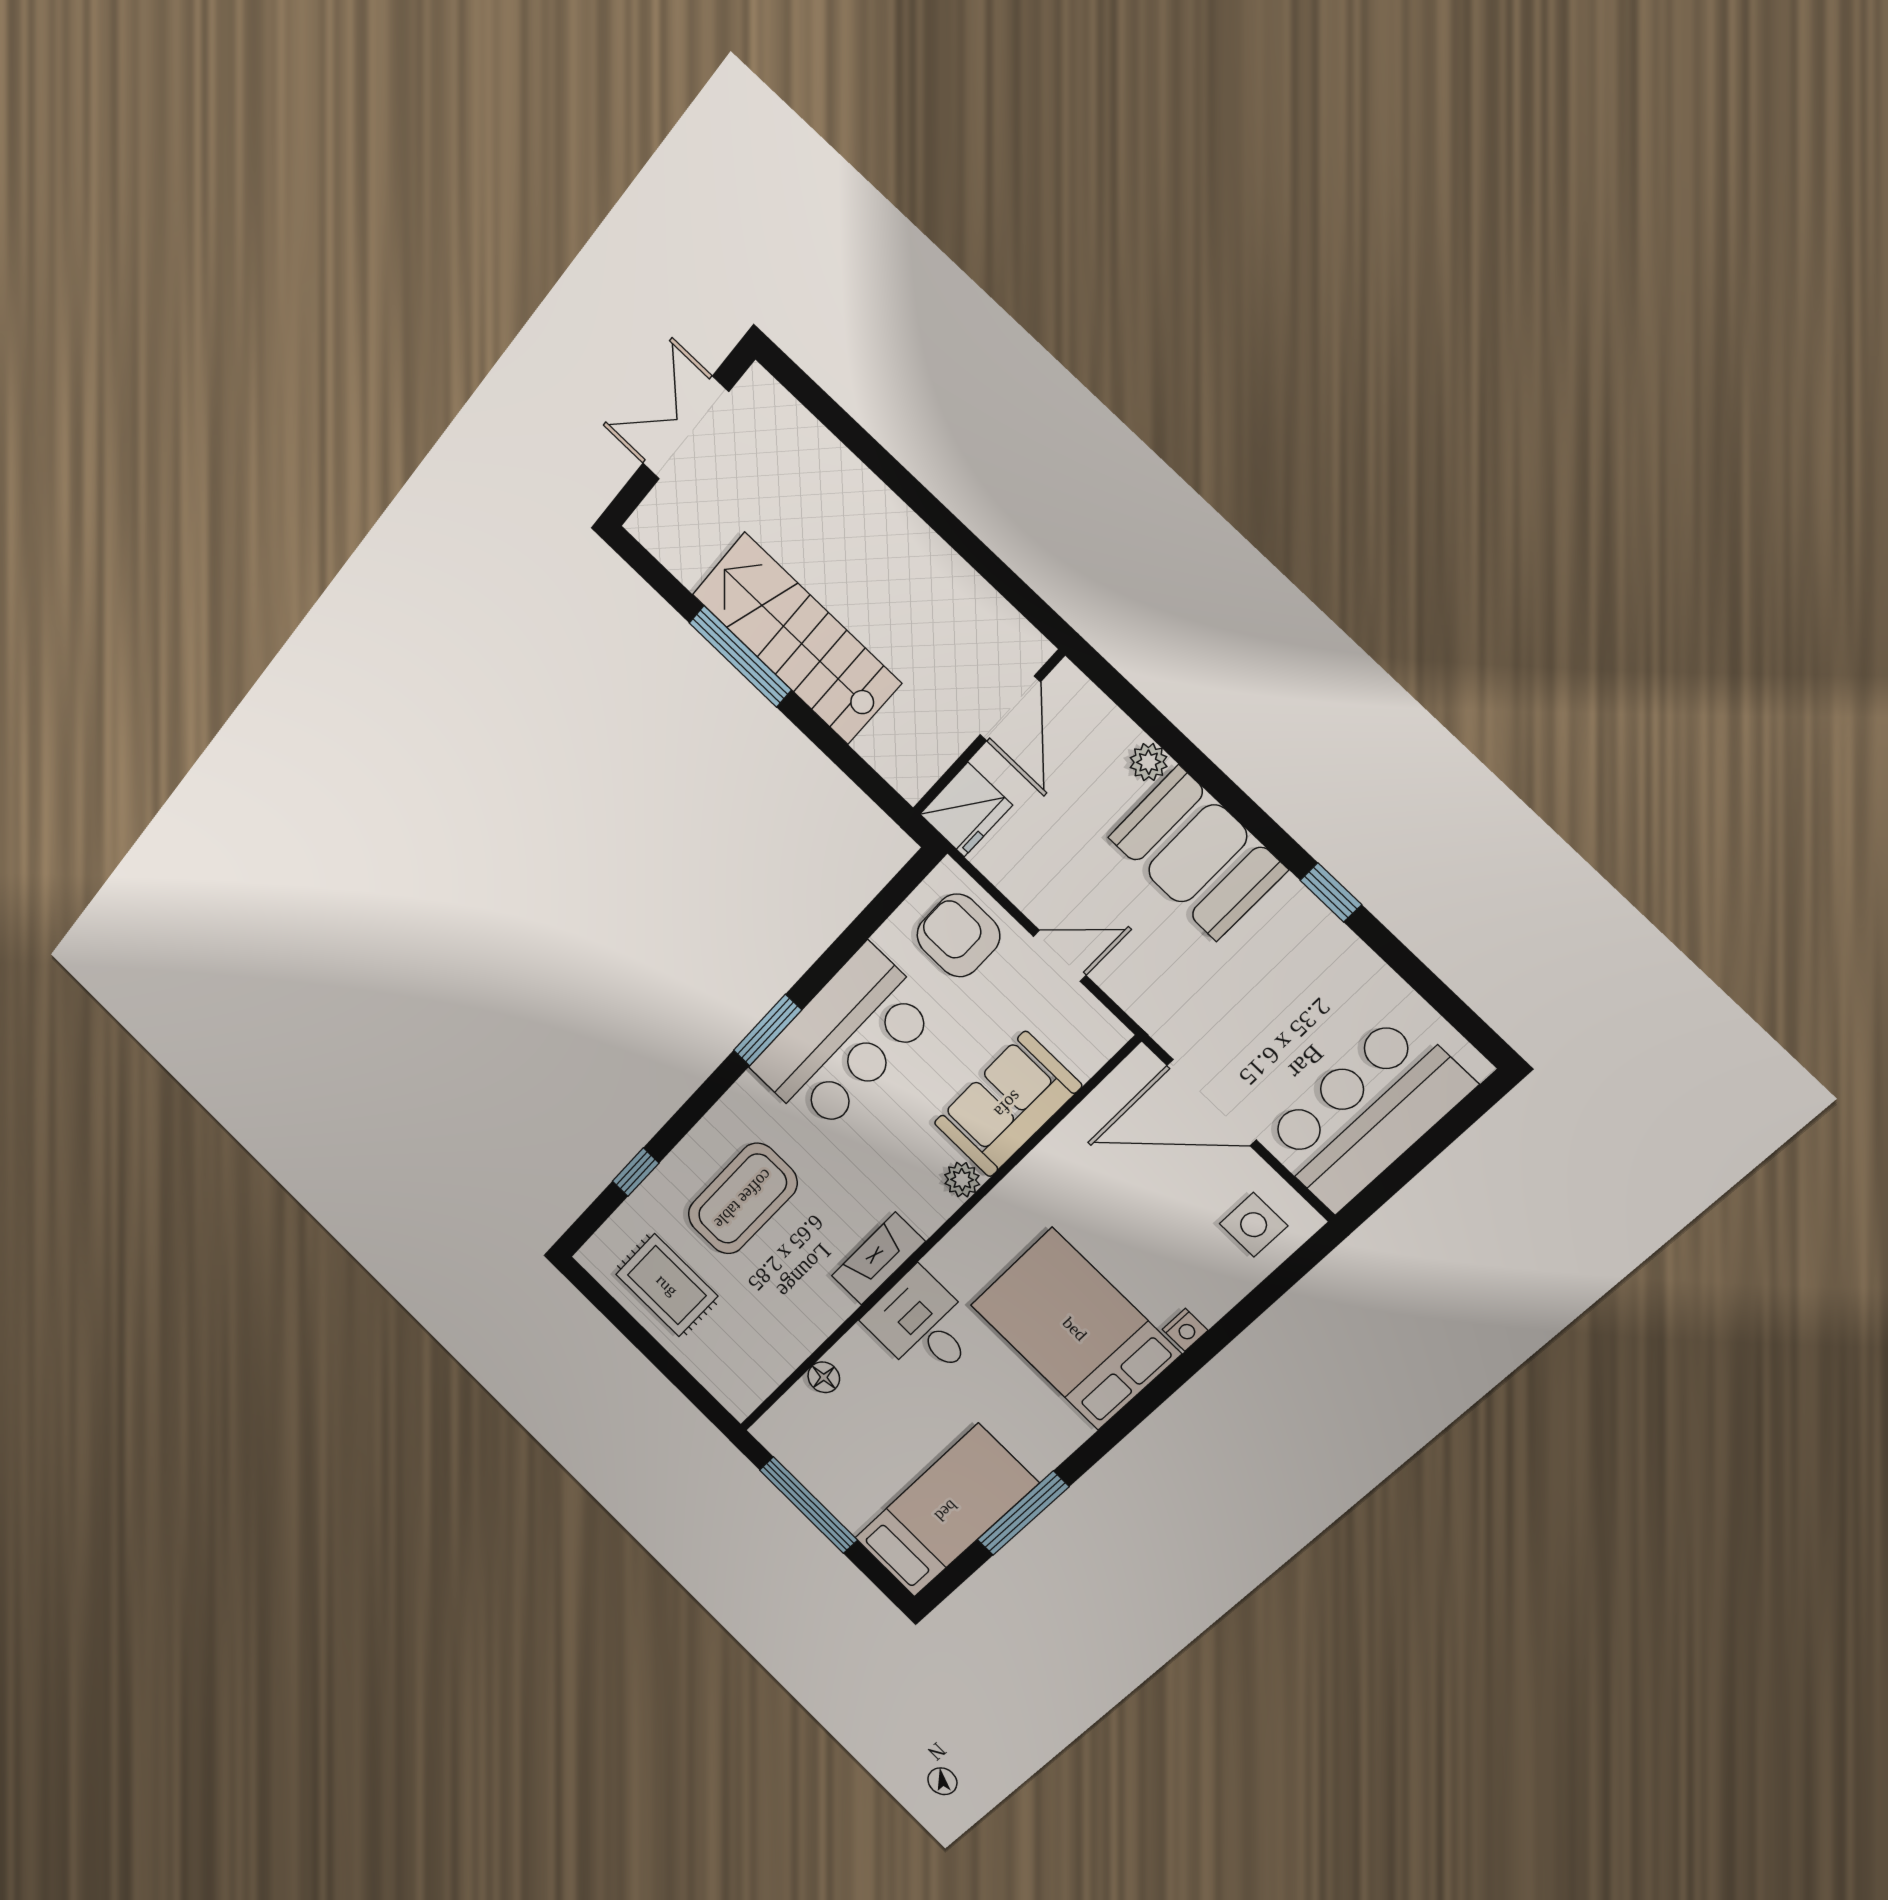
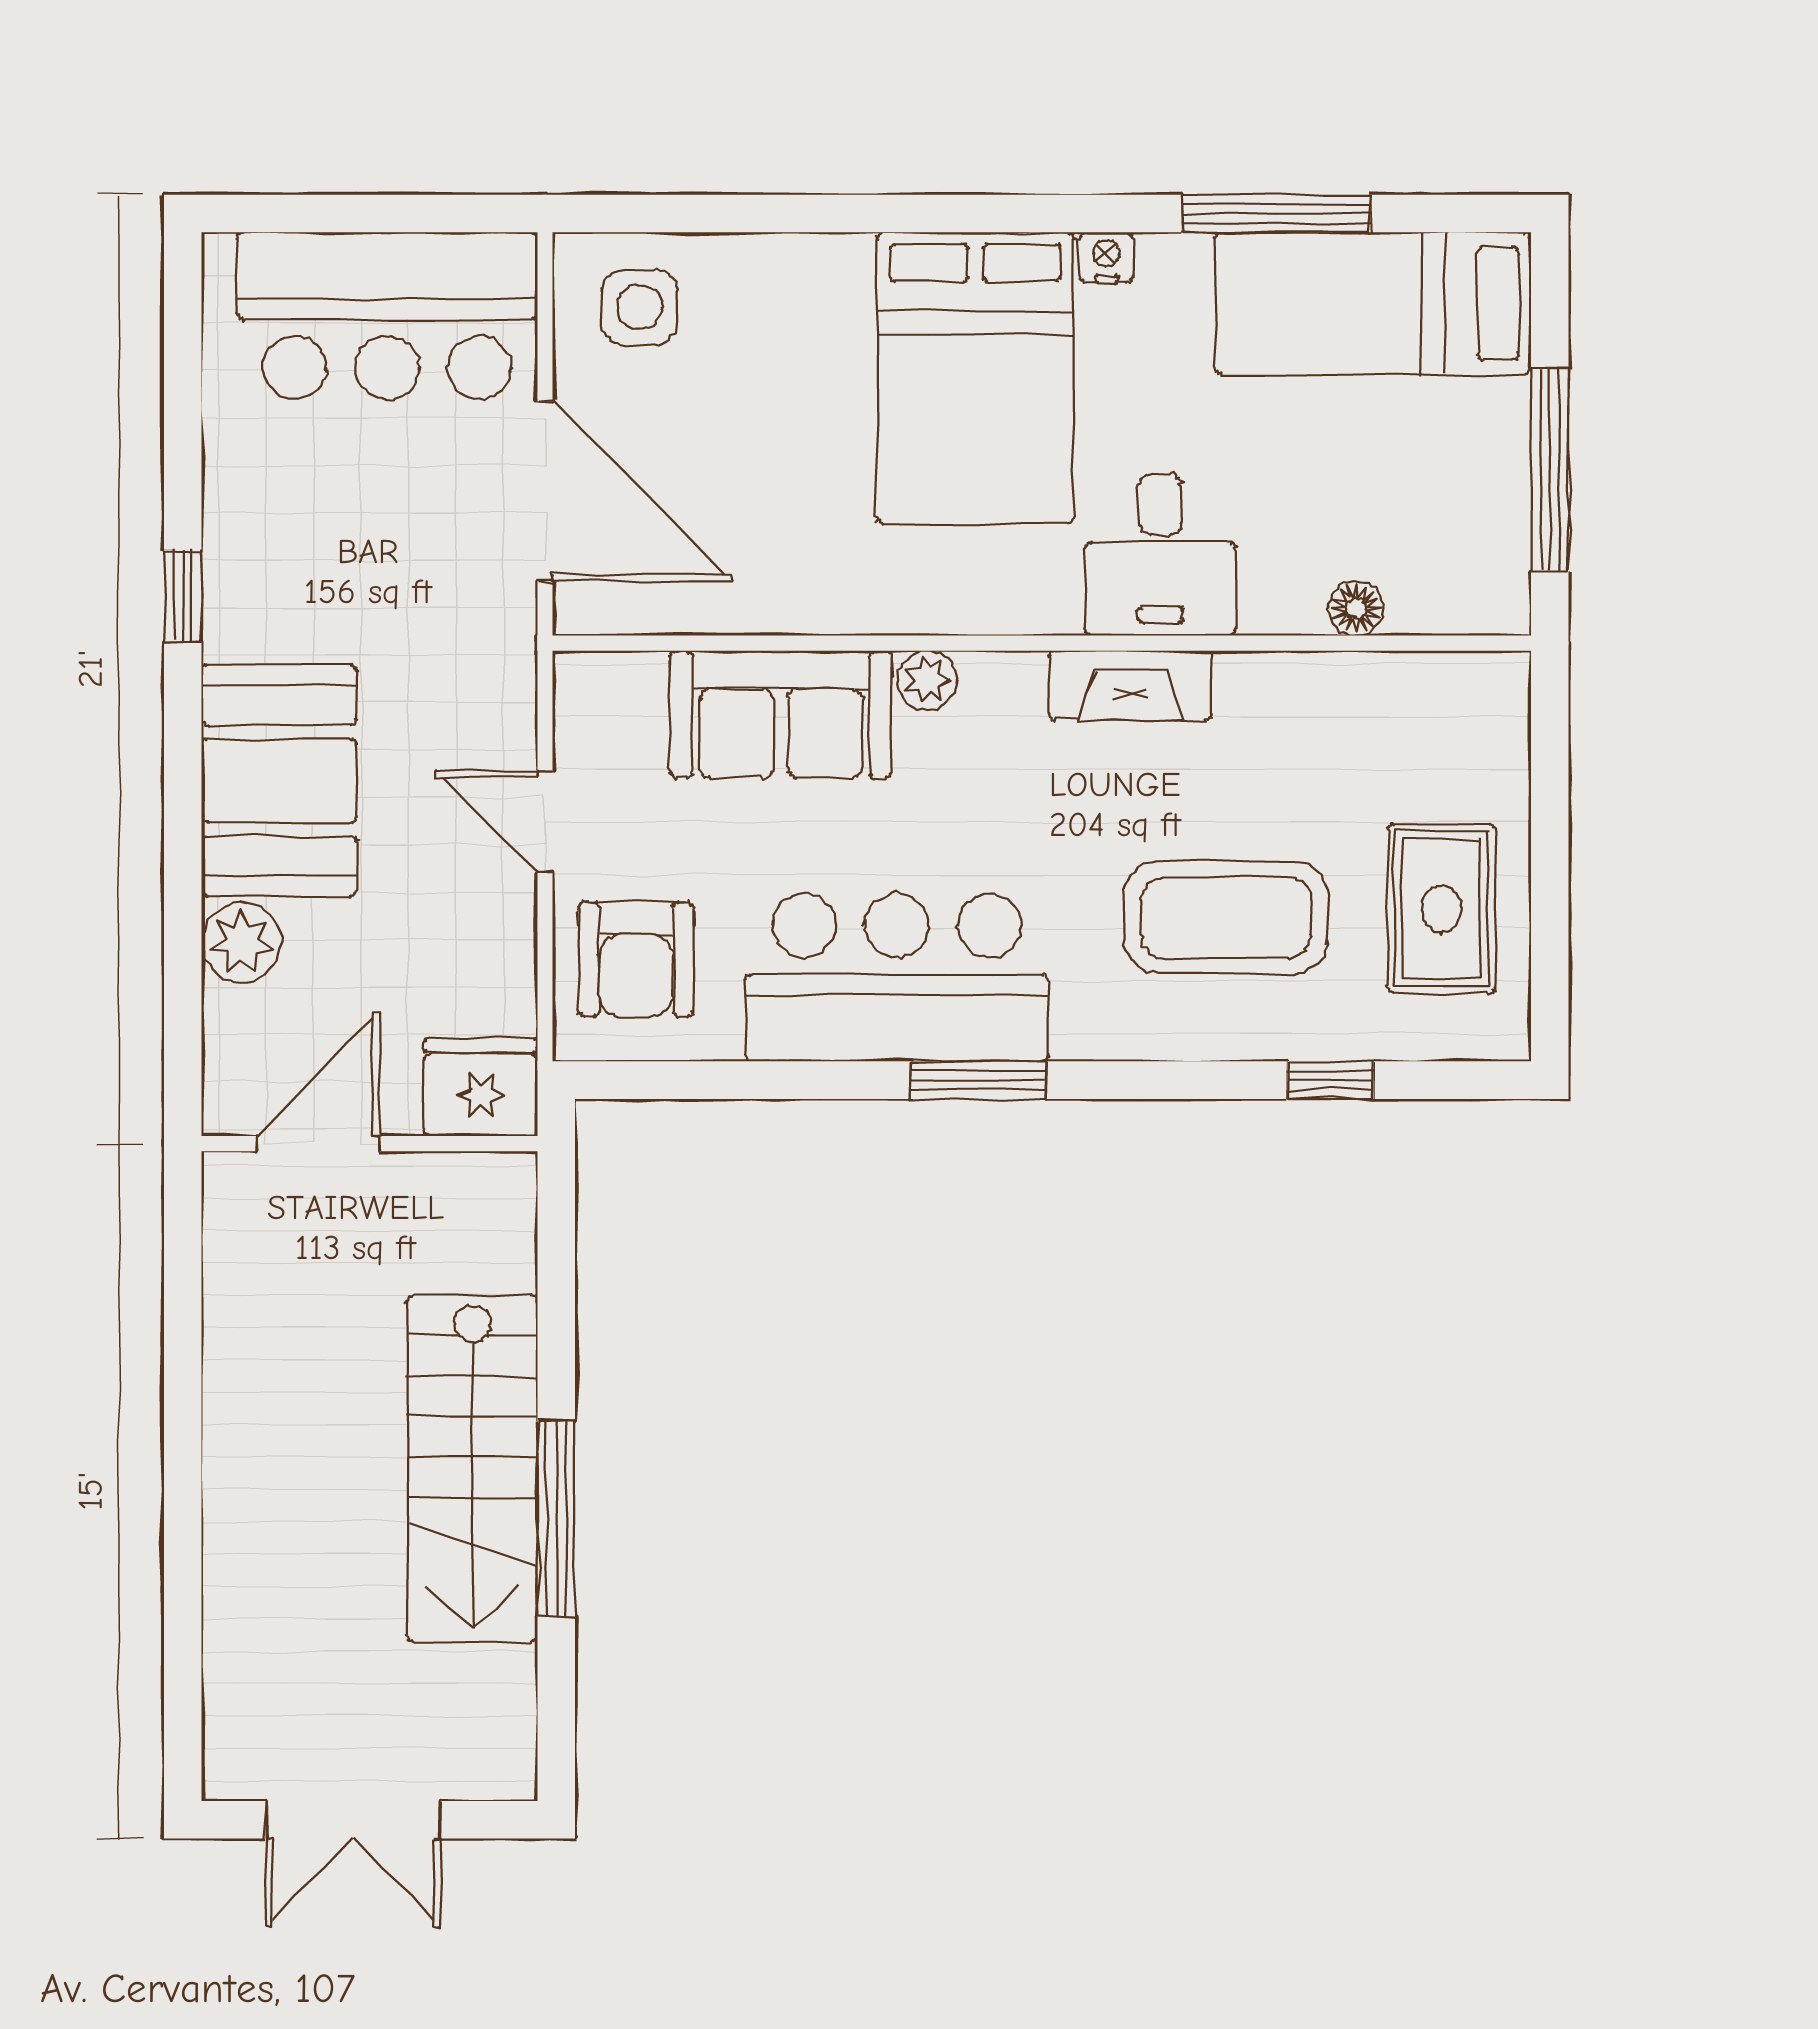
plant: (1149, 762) -> (241, 942), width x1.38, depth x1.38
nightstand: (1185, 1330) -> (1106, 257), moved

